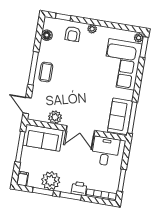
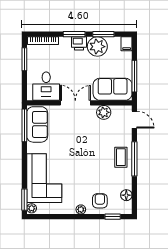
printer: (79, 189) -> (79, 43), moved

